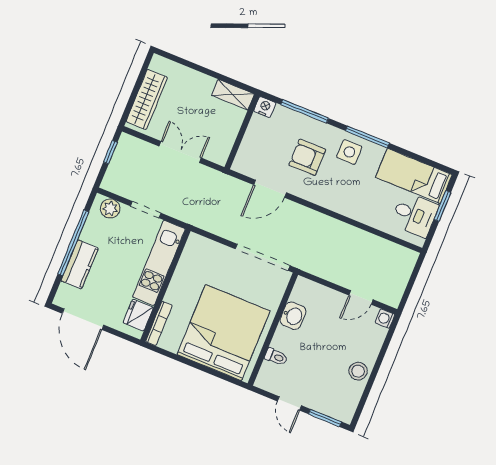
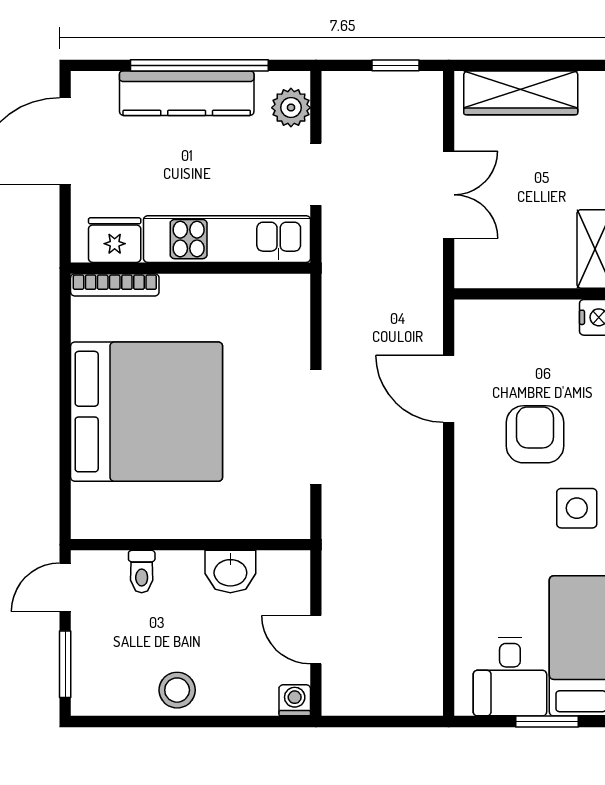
kitchen counter: (80, 264) -> (187, 93), width x1.50
washbasin: (293, 316) -> (230, 571), moved
wall: (273, 329) -> (191, 545), moved
toilet: (276, 357) -> (142, 571), moved

